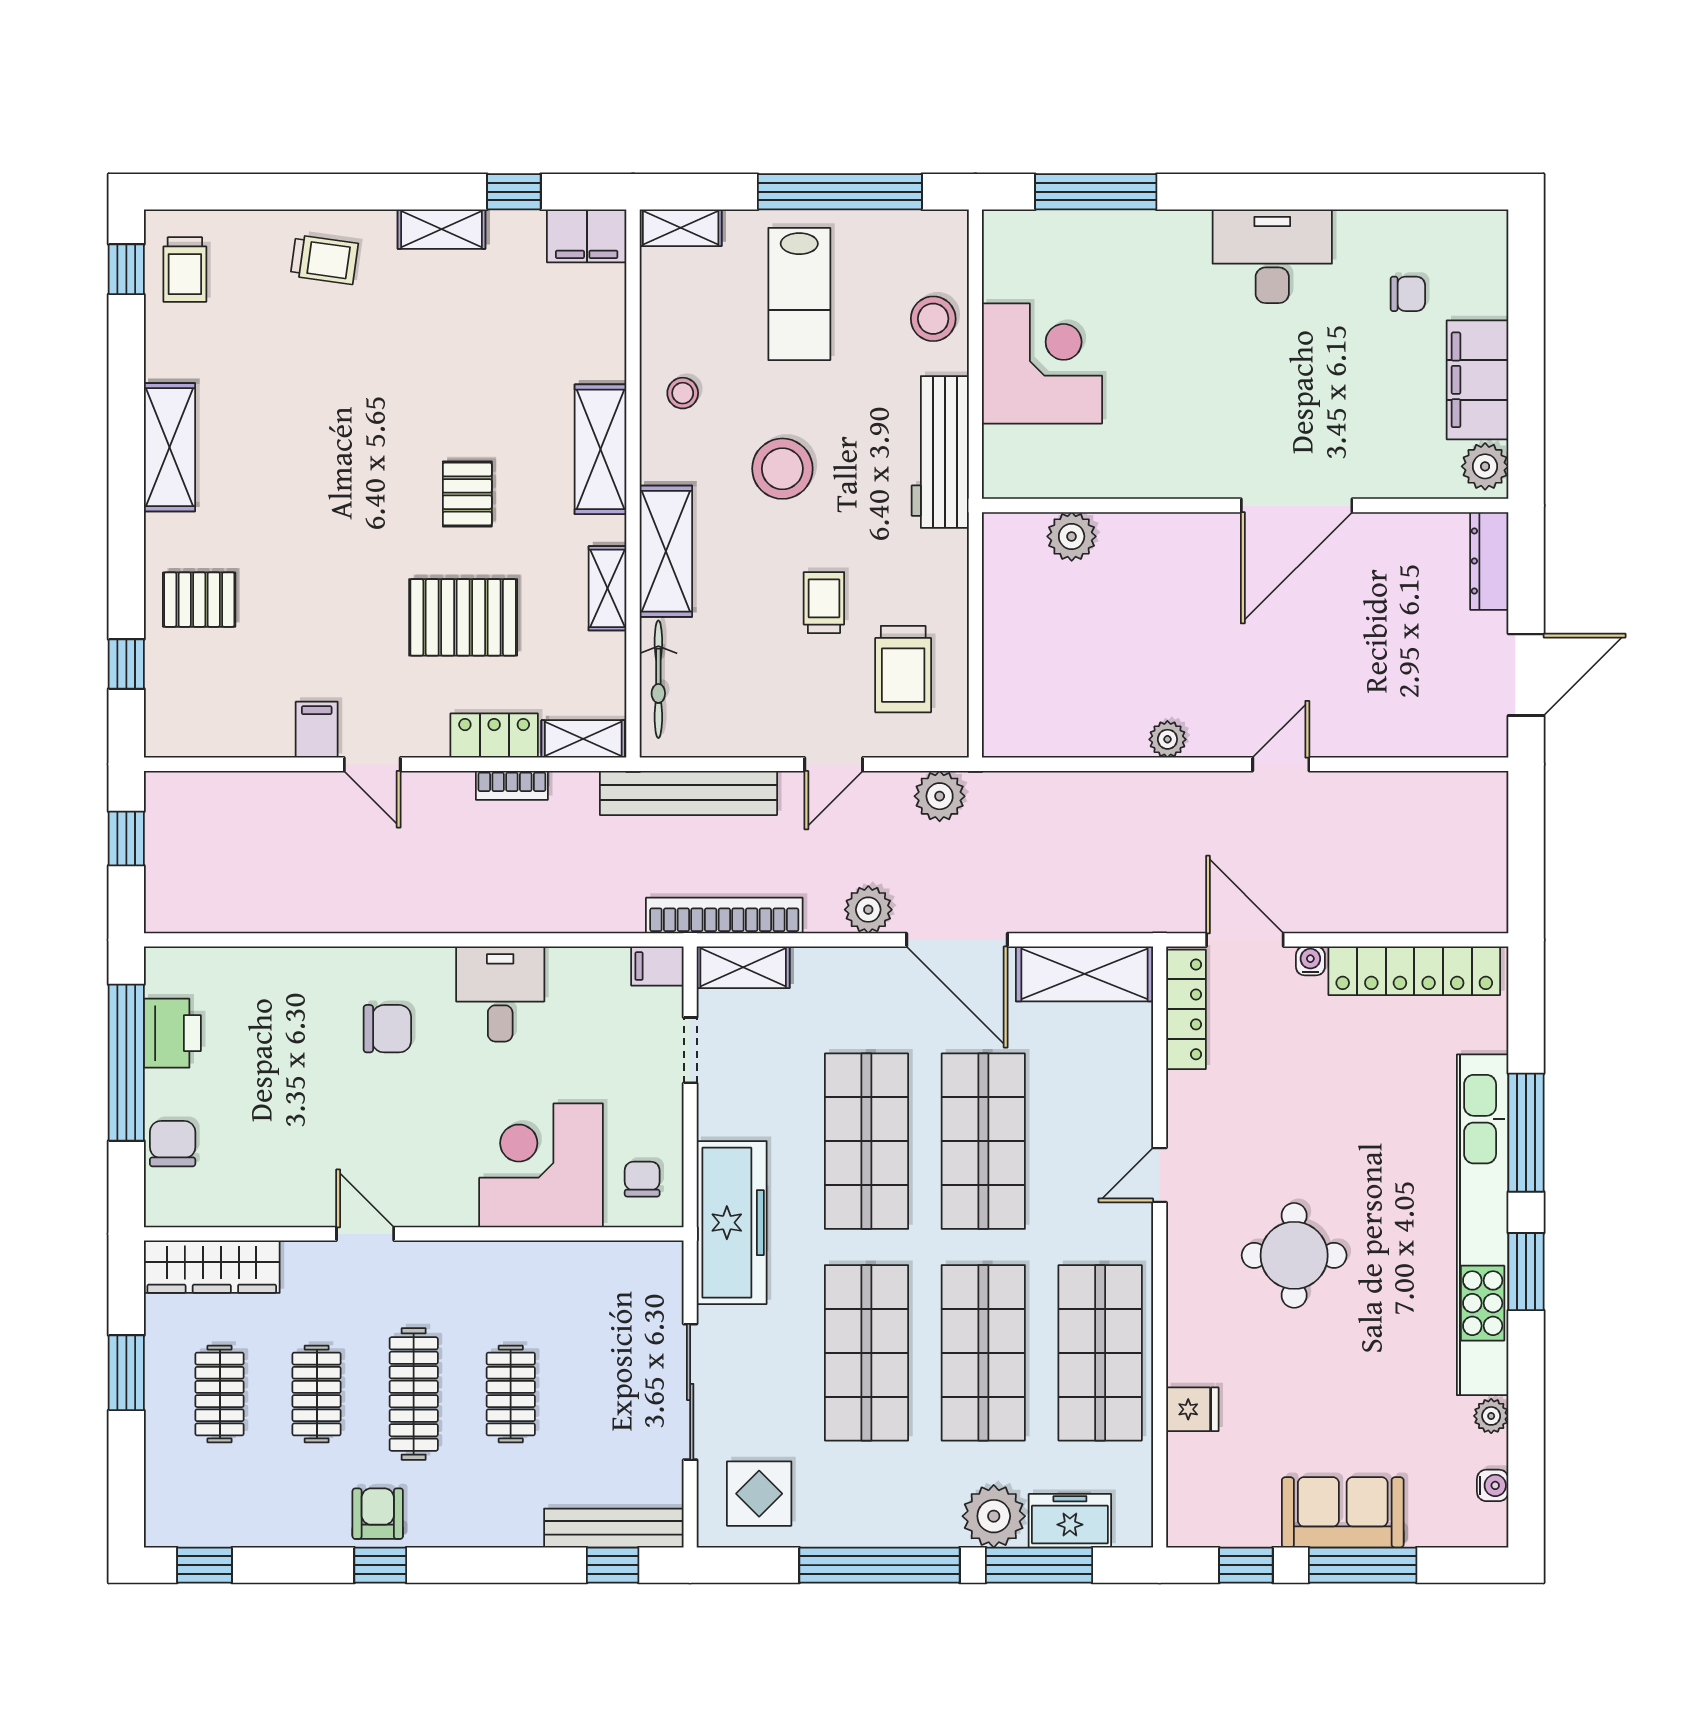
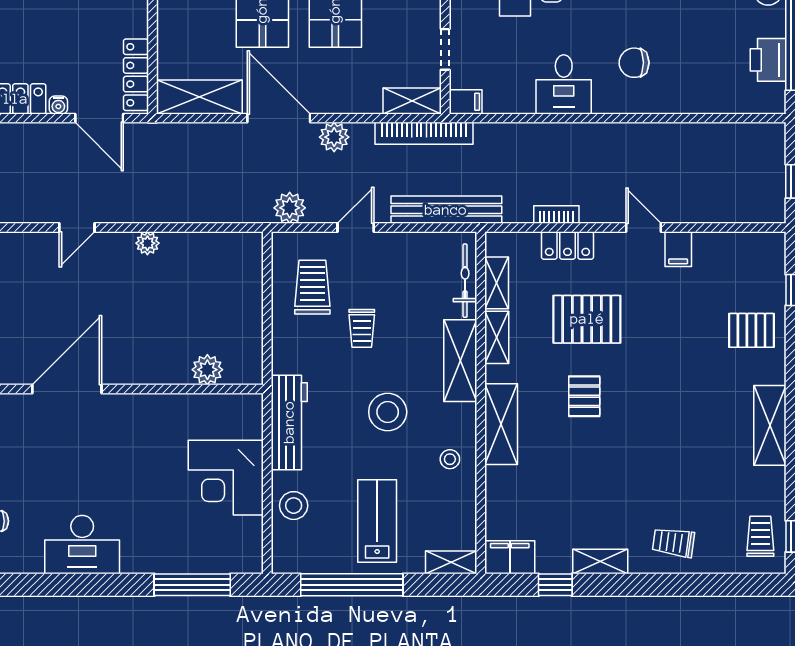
shelving: (583, 739) -> (497, 283), moved, turned 90

